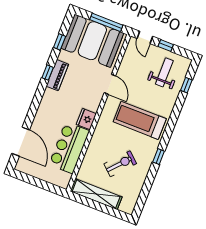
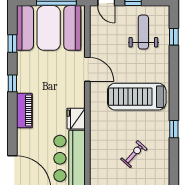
piano: (57, 75) -> (24, 111), moved
exercise bike: (120, 164) -> (134, 154), width x0.73, depth x0.72

